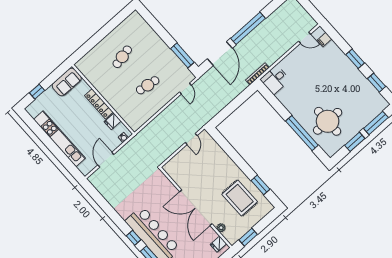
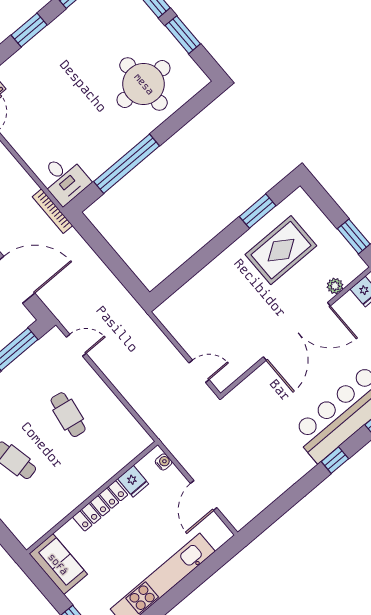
window: (302, 133) -> (127, 164), moved
door: (191, 139) -> (199, 371), moved
door: (106, 160) -> (204, 496), hinge flipped
window: (134, 238) -> (335, 460), moved

